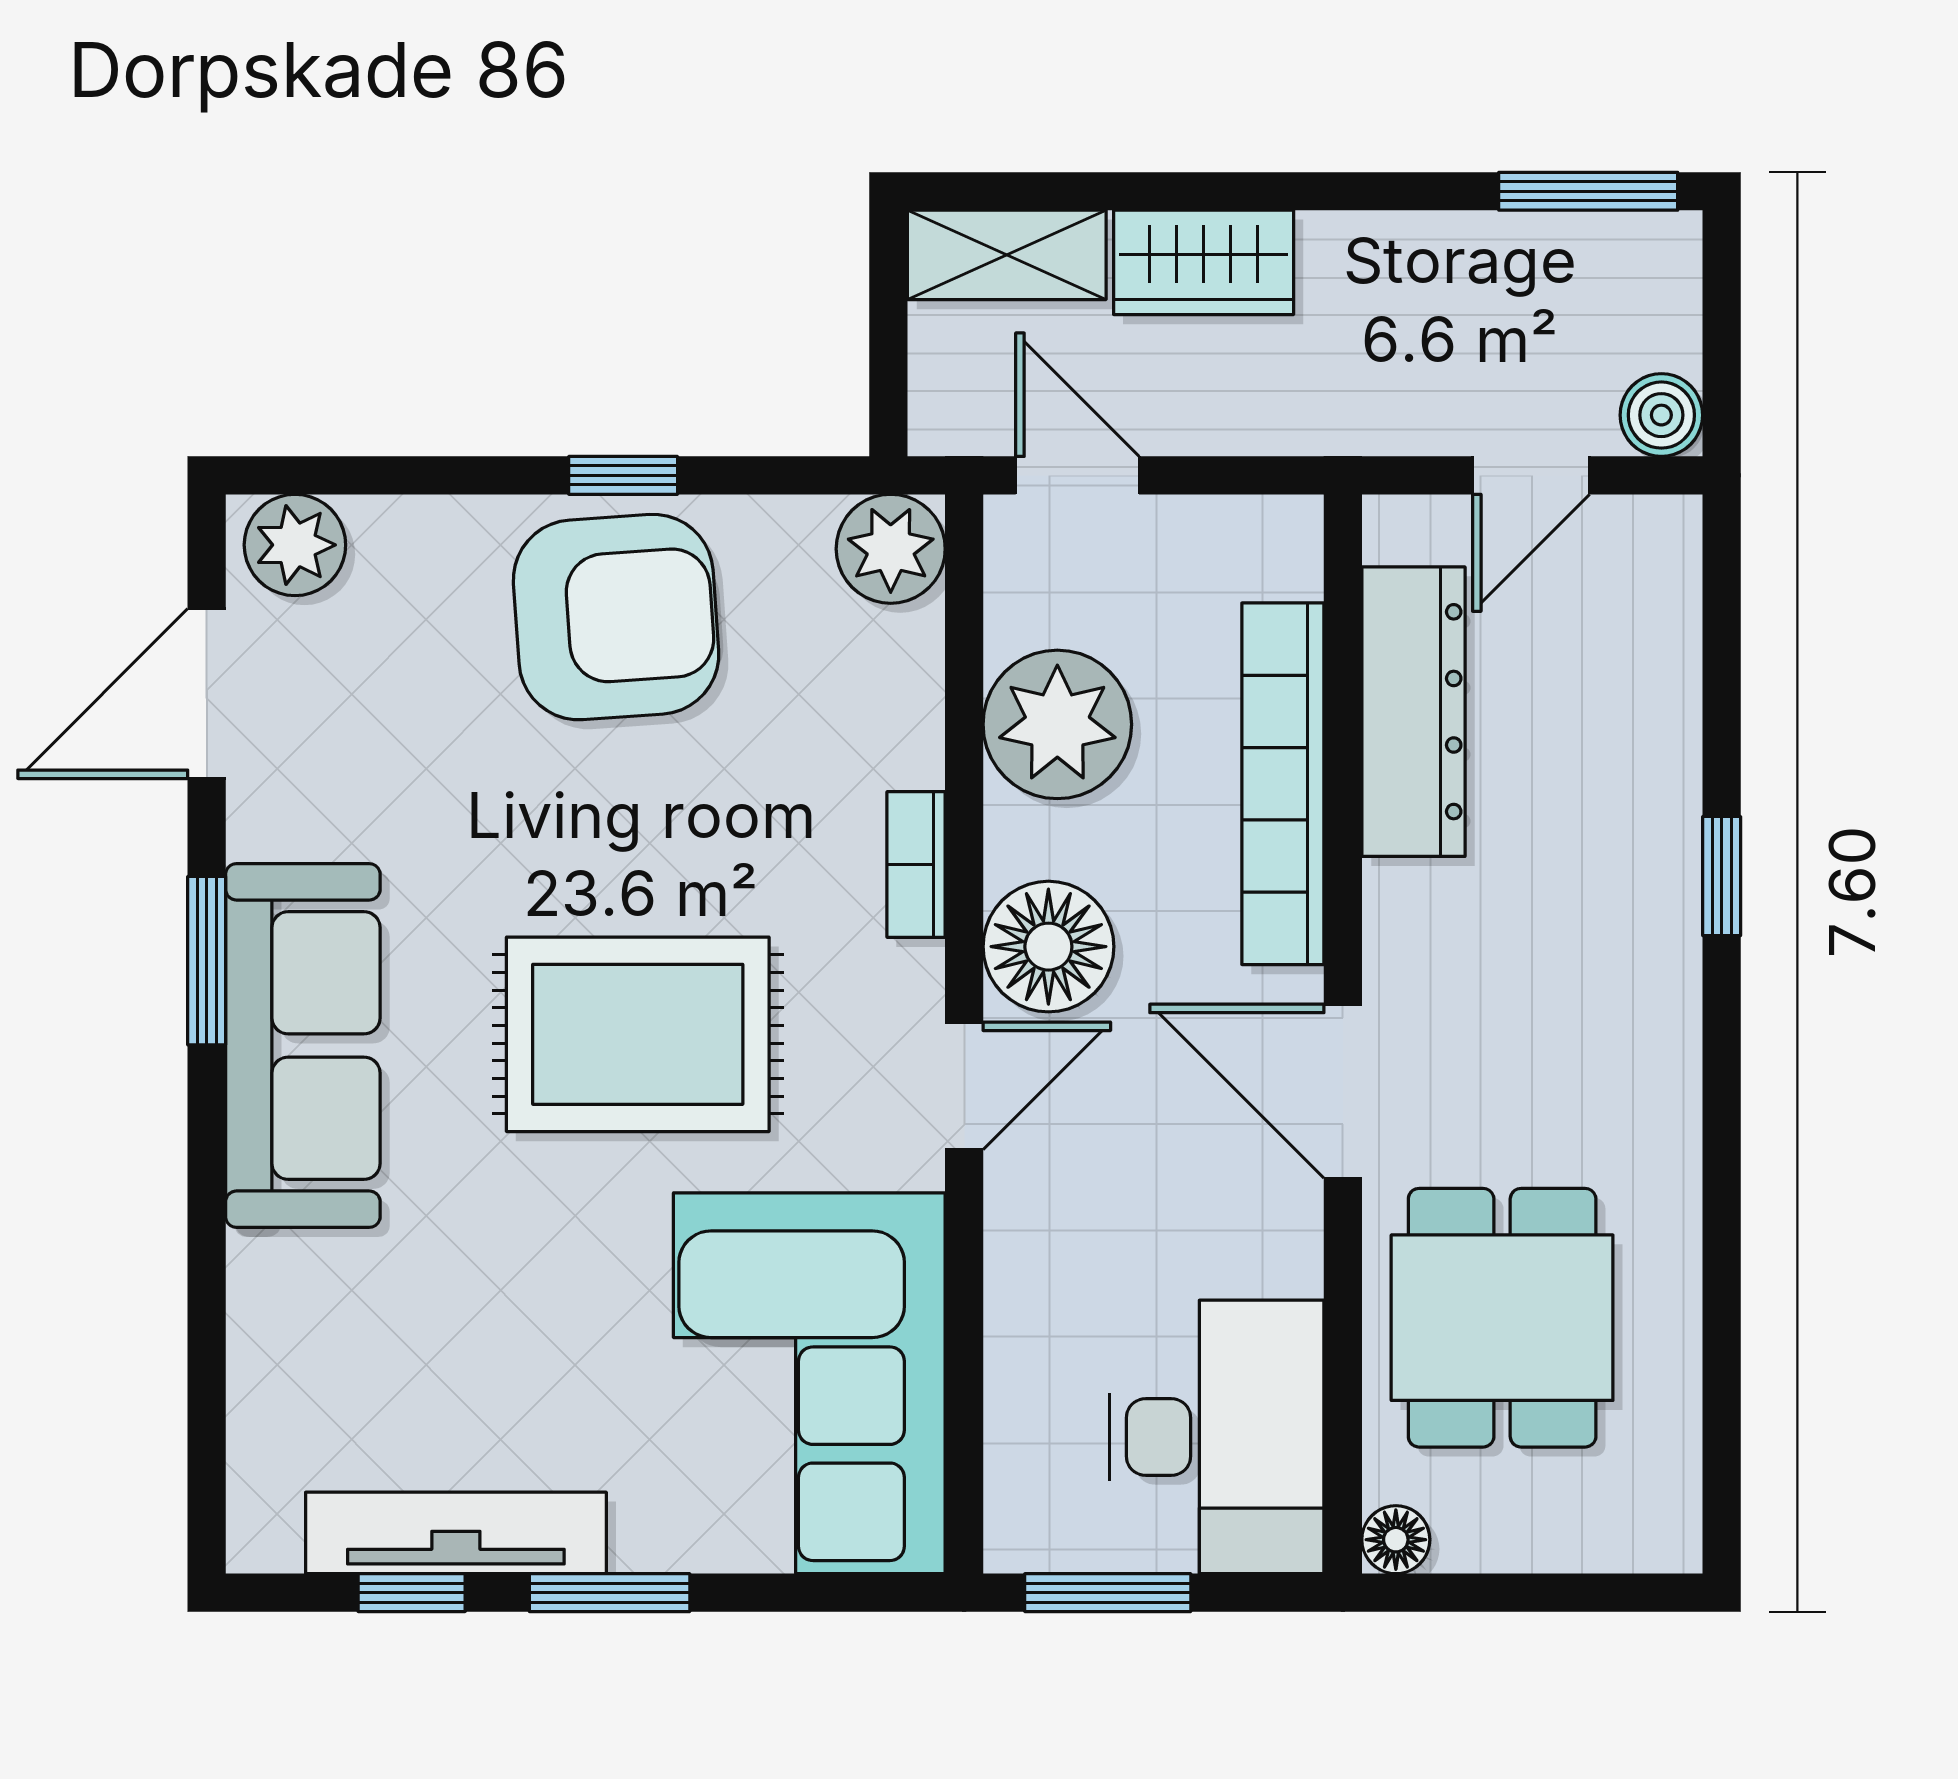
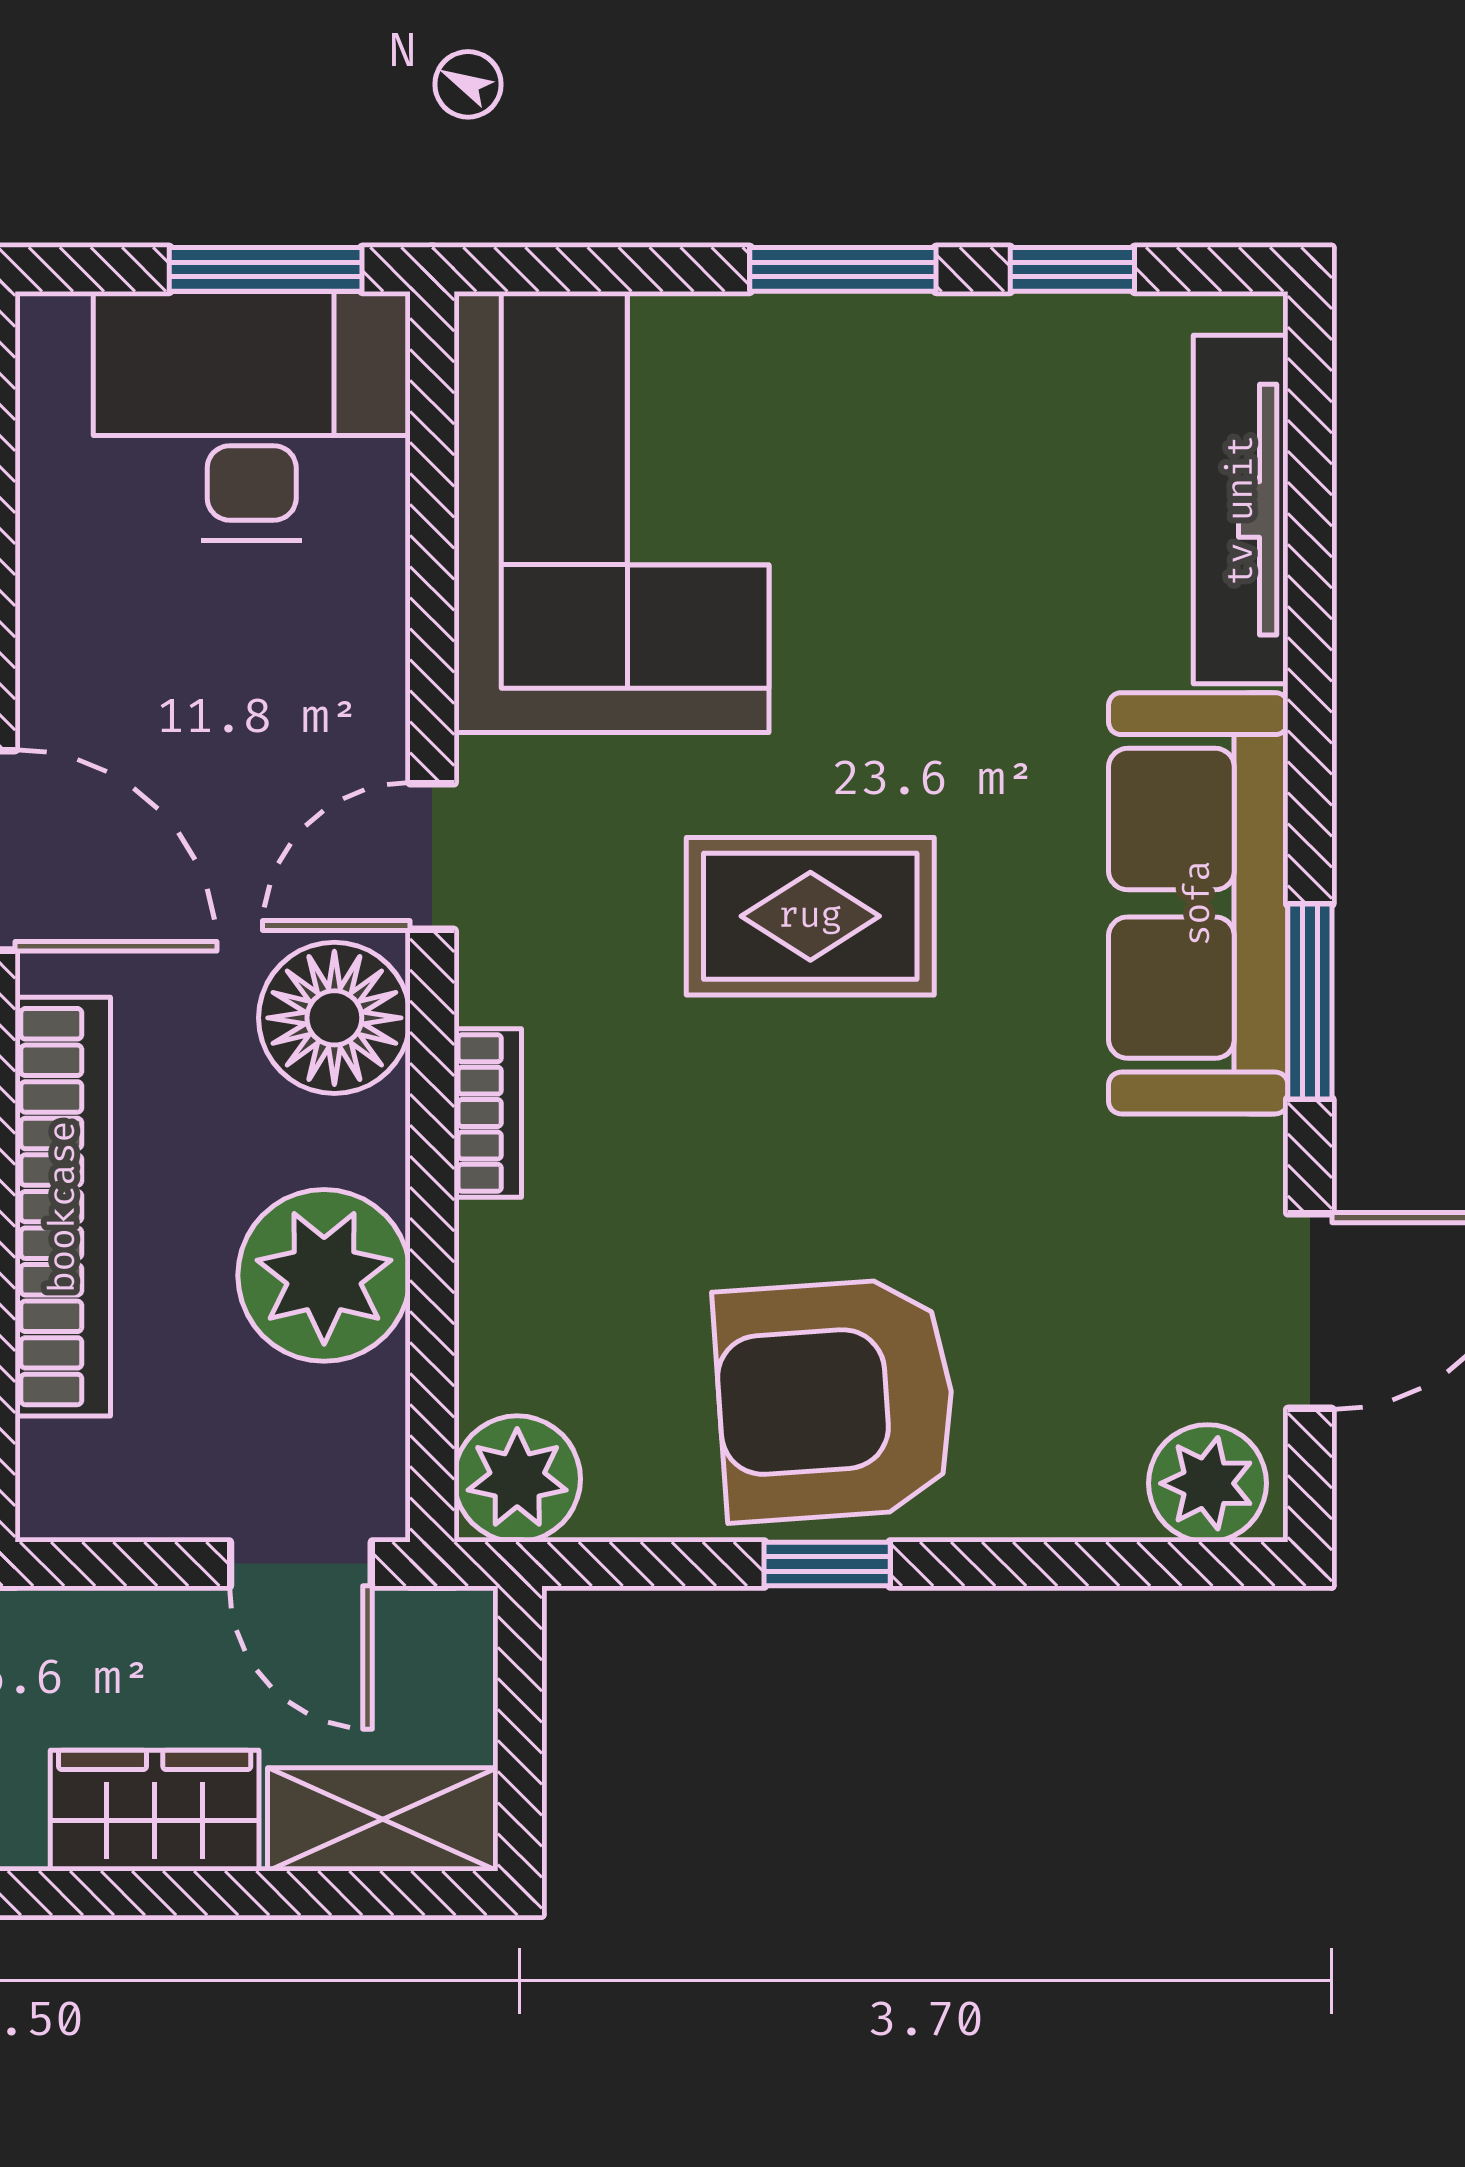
rug: (638, 1034) -> (810, 916), width x0.73, depth x0.70
desk: (1217, 1437) -> (252, 416), moved, turned 90
tv unit: (456, 1533) -> (1241, 510), moved, turned 90

